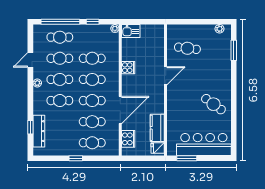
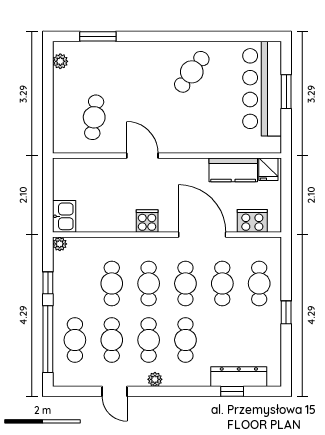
cooker: (128, 68) -> (147, 221), moved
window: (187, 158) -> (286, 92), moved

